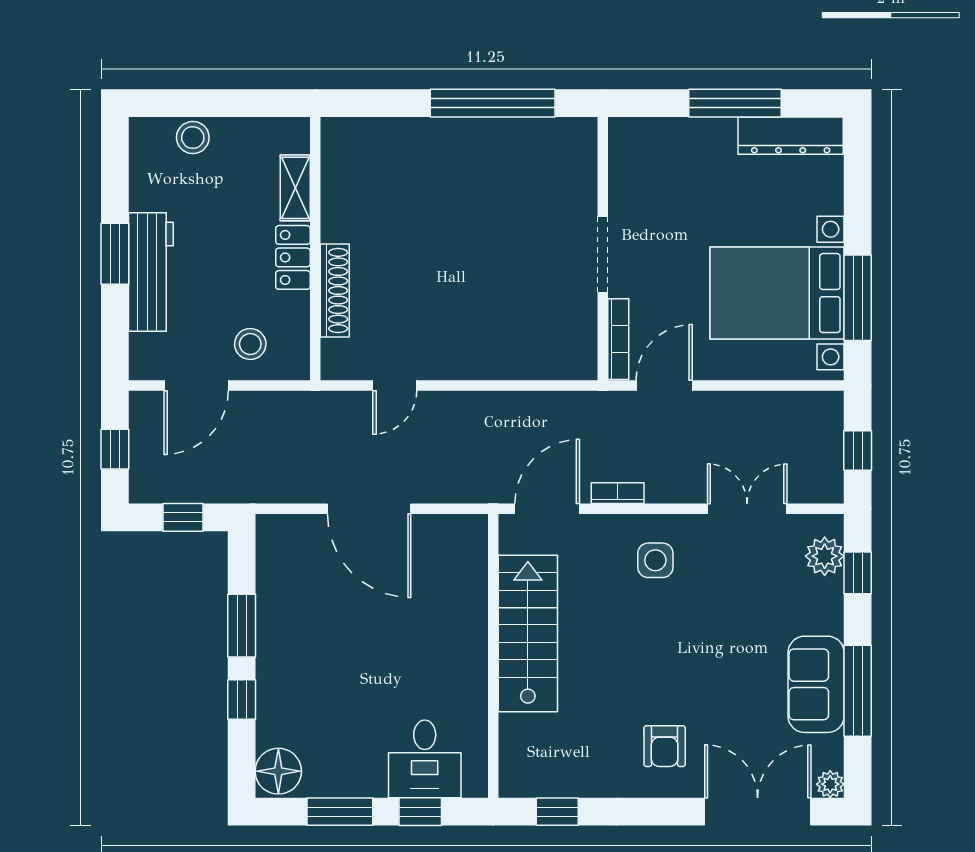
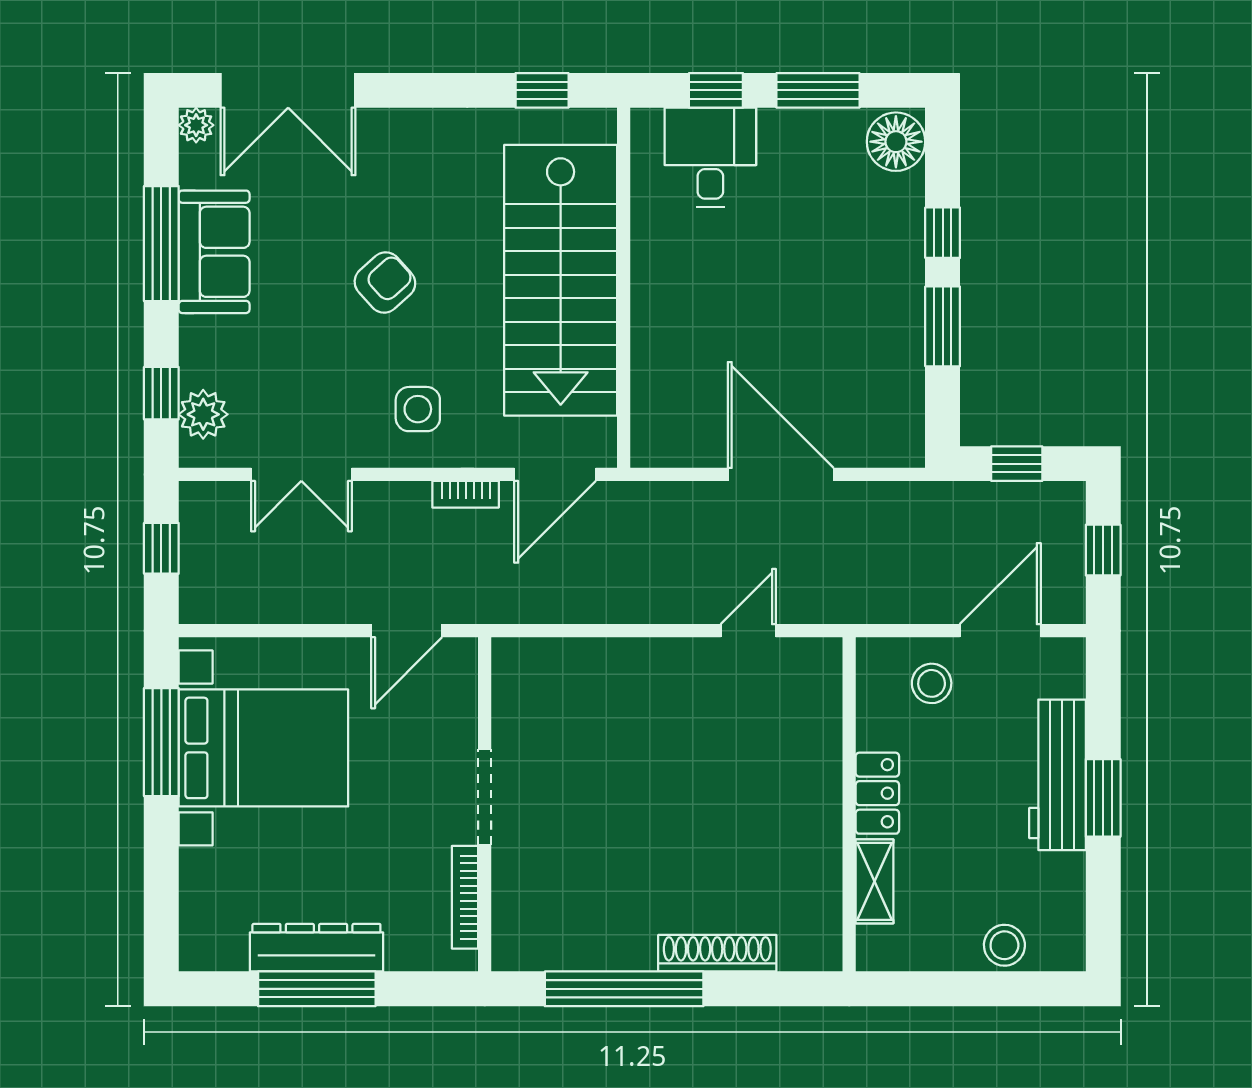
dresser: (791, 136) -> (316, 948), moved
shoe rack: (335, 290) -> (717, 953), moved, turned 90
bookcase: (618, 339) -> (465, 897), moved
stairs: (528, 633) -> (561, 280), width x1.36, depth x1.51
armchair: (665, 746) -> (385, 283), moved, turned 48

